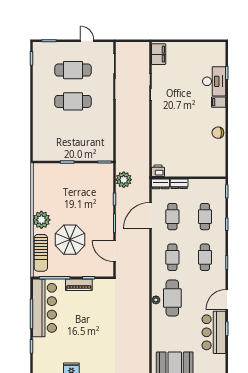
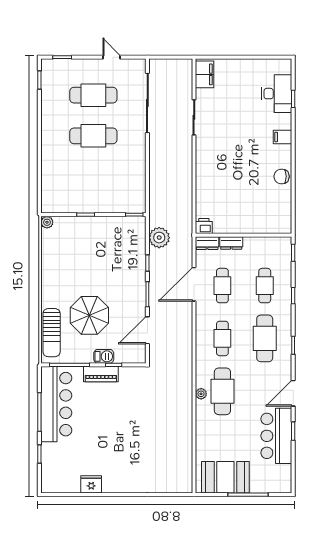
desk: (214, 81) -> (277, 94), moved
plant: (41, 220) -> (47, 222), moved, width x0.53, depth x0.53
door: (115, 251) -> (147, 330), hinge flipped
cafe table: (205, 257) -> (265, 338), width x1.37, depth x1.35
barbecue: (81, 271) -> (104, 356), added

